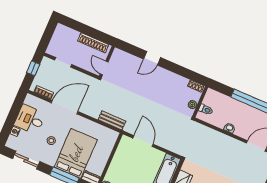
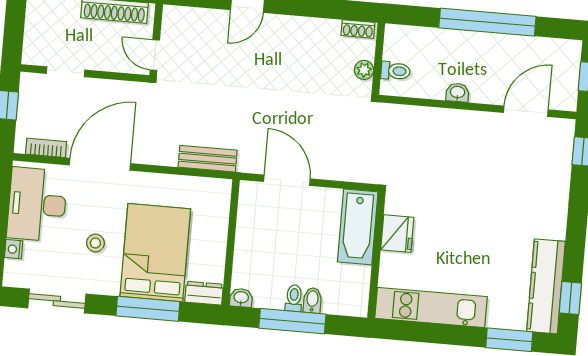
desk: (30, 120) -> (37, 204), width x1.37

